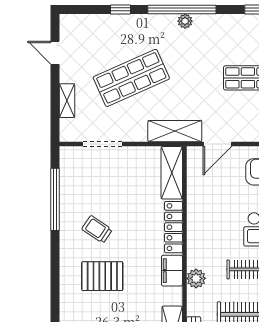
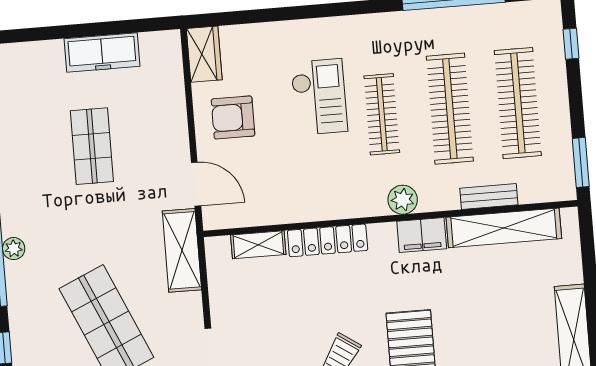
shelving: (172, 173) -> (258, 245), width x0.67, depth x0.75
filing cabinet: (172, 271) -> (422, 235), moved

